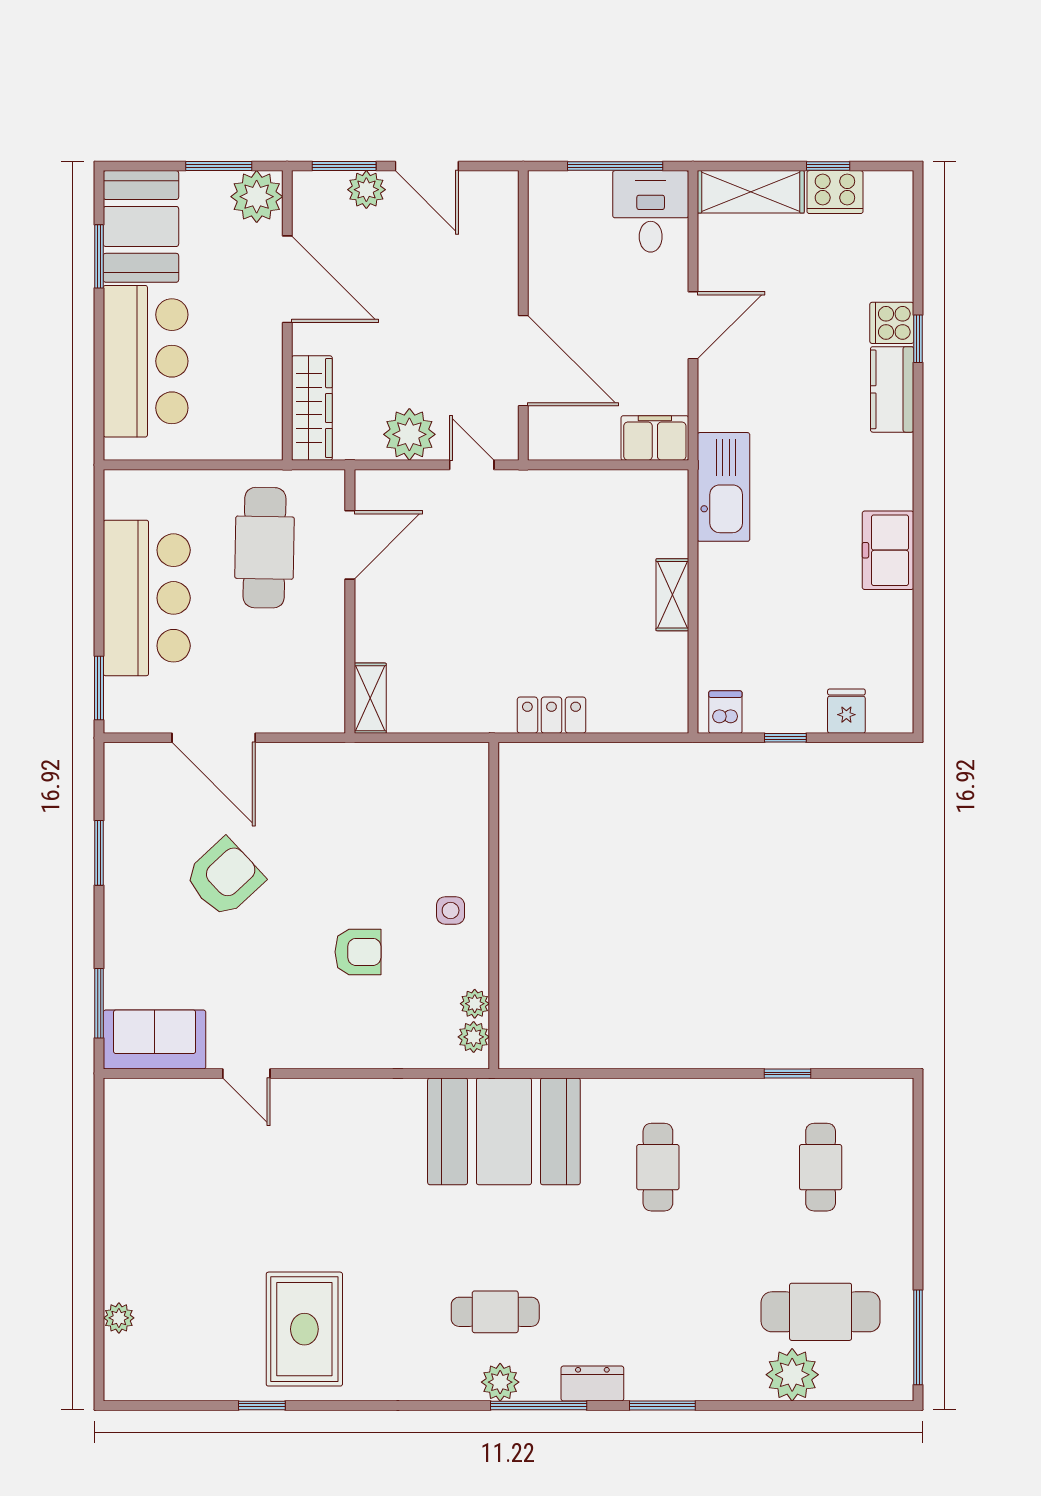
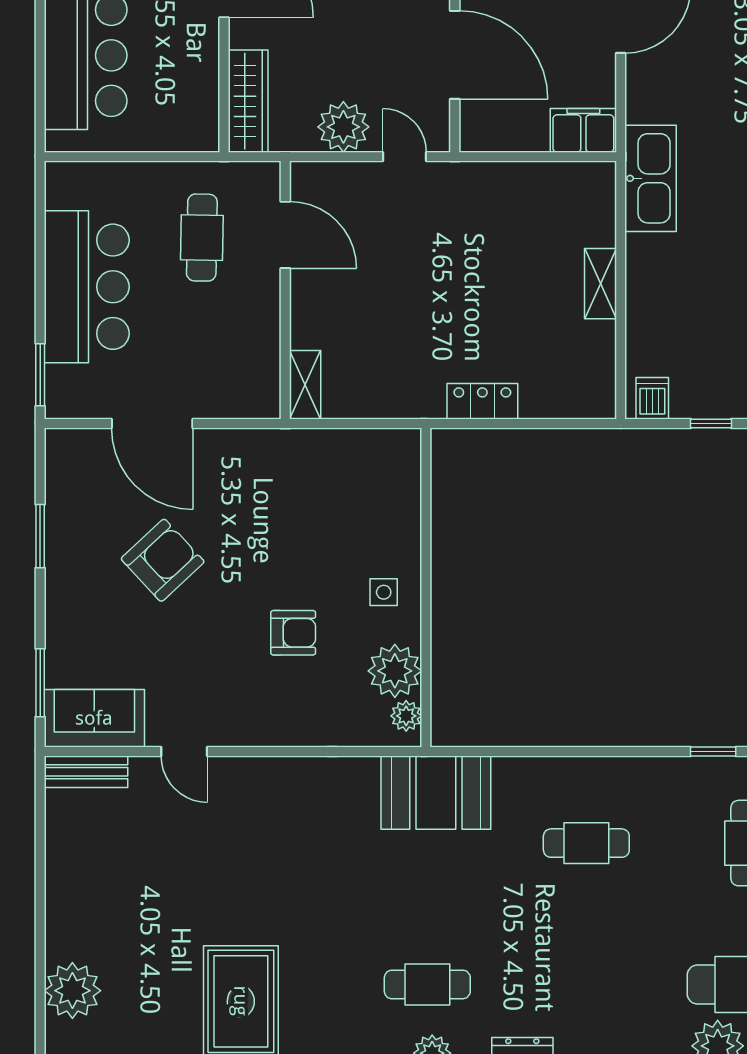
door: (350, 545) -> (285, 235), hinge flipped
cafe table: (265, 548) -> (202, 238), width x0.73, depth x0.74
plant: (475, 1004) -> (395, 671), width x1.88, depth x1.88
bench: (146, 1094) -> (86, 772), added
booth: (504, 1131) -> (436, 793), width x0.73, depth x0.70
cafe table: (658, 1167) -> (586, 843), turned 90
plant: (119, 1318) -> (72, 991), width x1.88, depth x1.88

